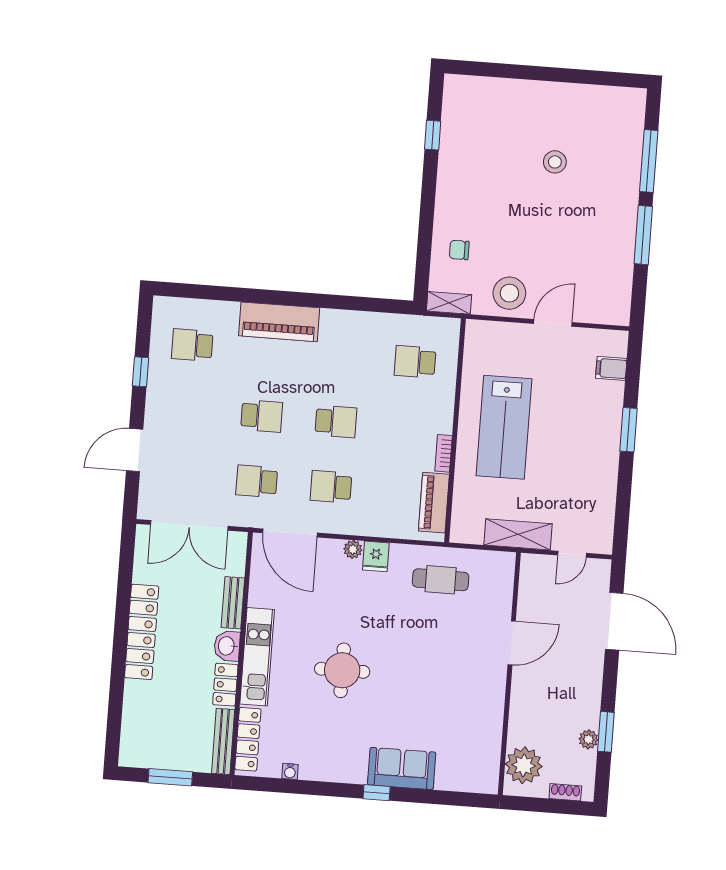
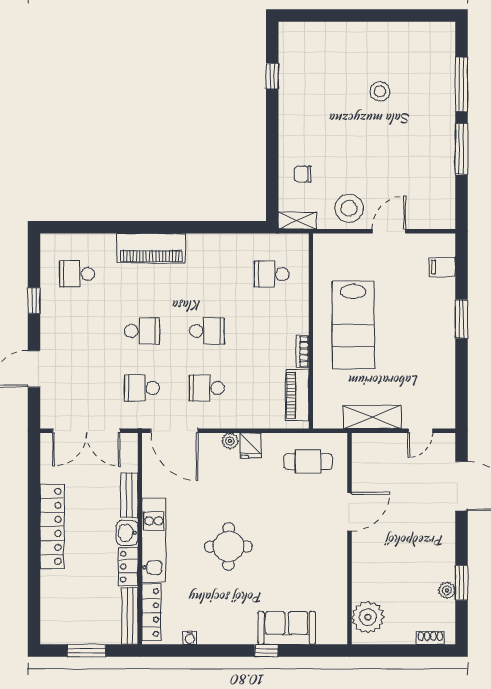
door: (512, 643) -> (350, 512), moved
wall: (509, 674) -> (350, 539), moved
plant: (524, 765) -> (368, 617), moved

